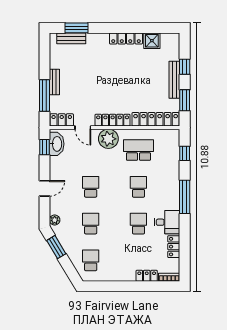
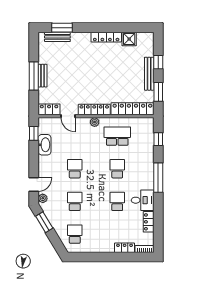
window: (45, 95) -> (34, 76), moved
plant: (108, 139) -> (95, 122), width x0.53, depth x0.53
washbasin: (57, 144) -> (45, 145), moved
door: (45, 188) -> (34, 184), moved

